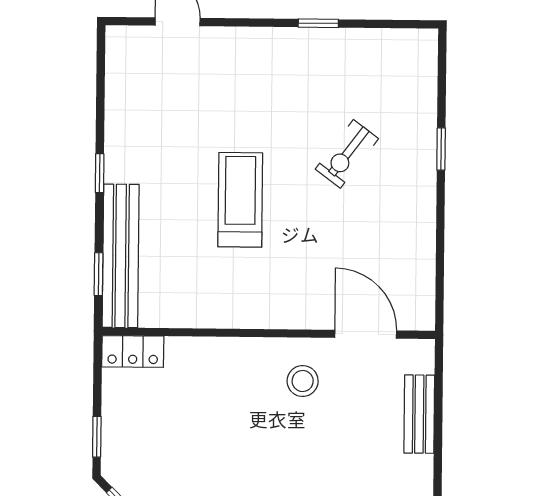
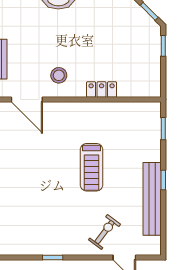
exercise bike: (347, 154) -> (105, 232), moved
bench: (121, 256) -> (152, 199), moved
locker: (133, 351) -> (102, 89), moved

